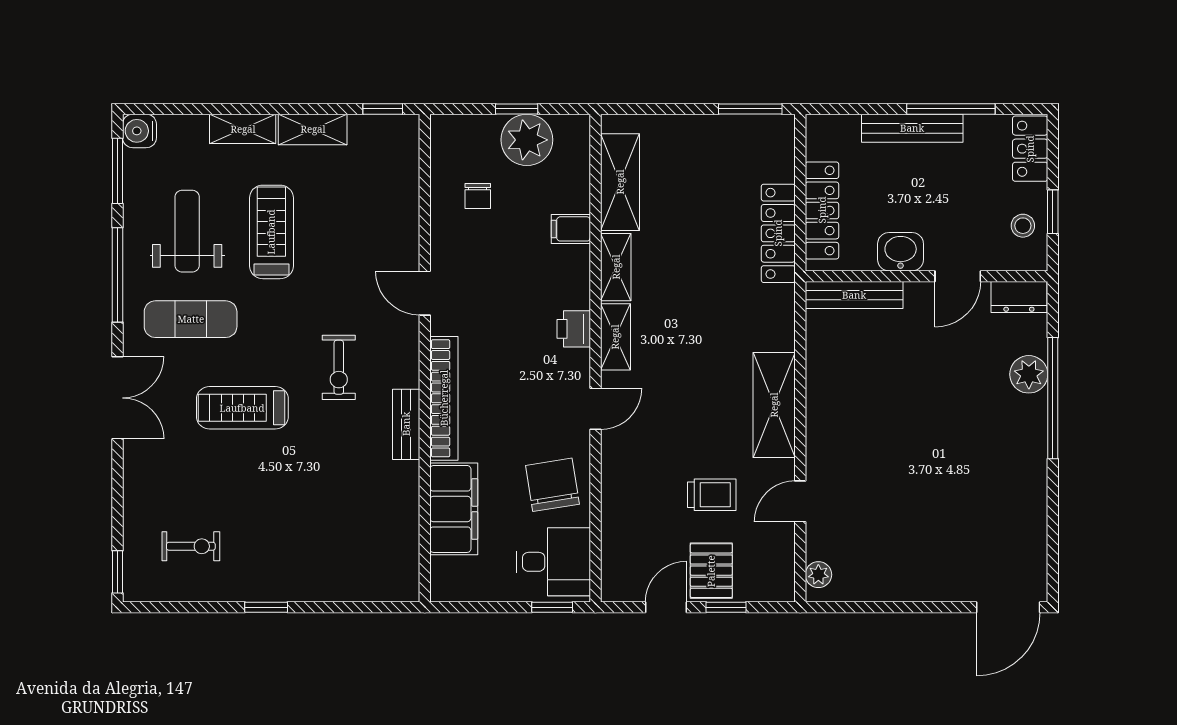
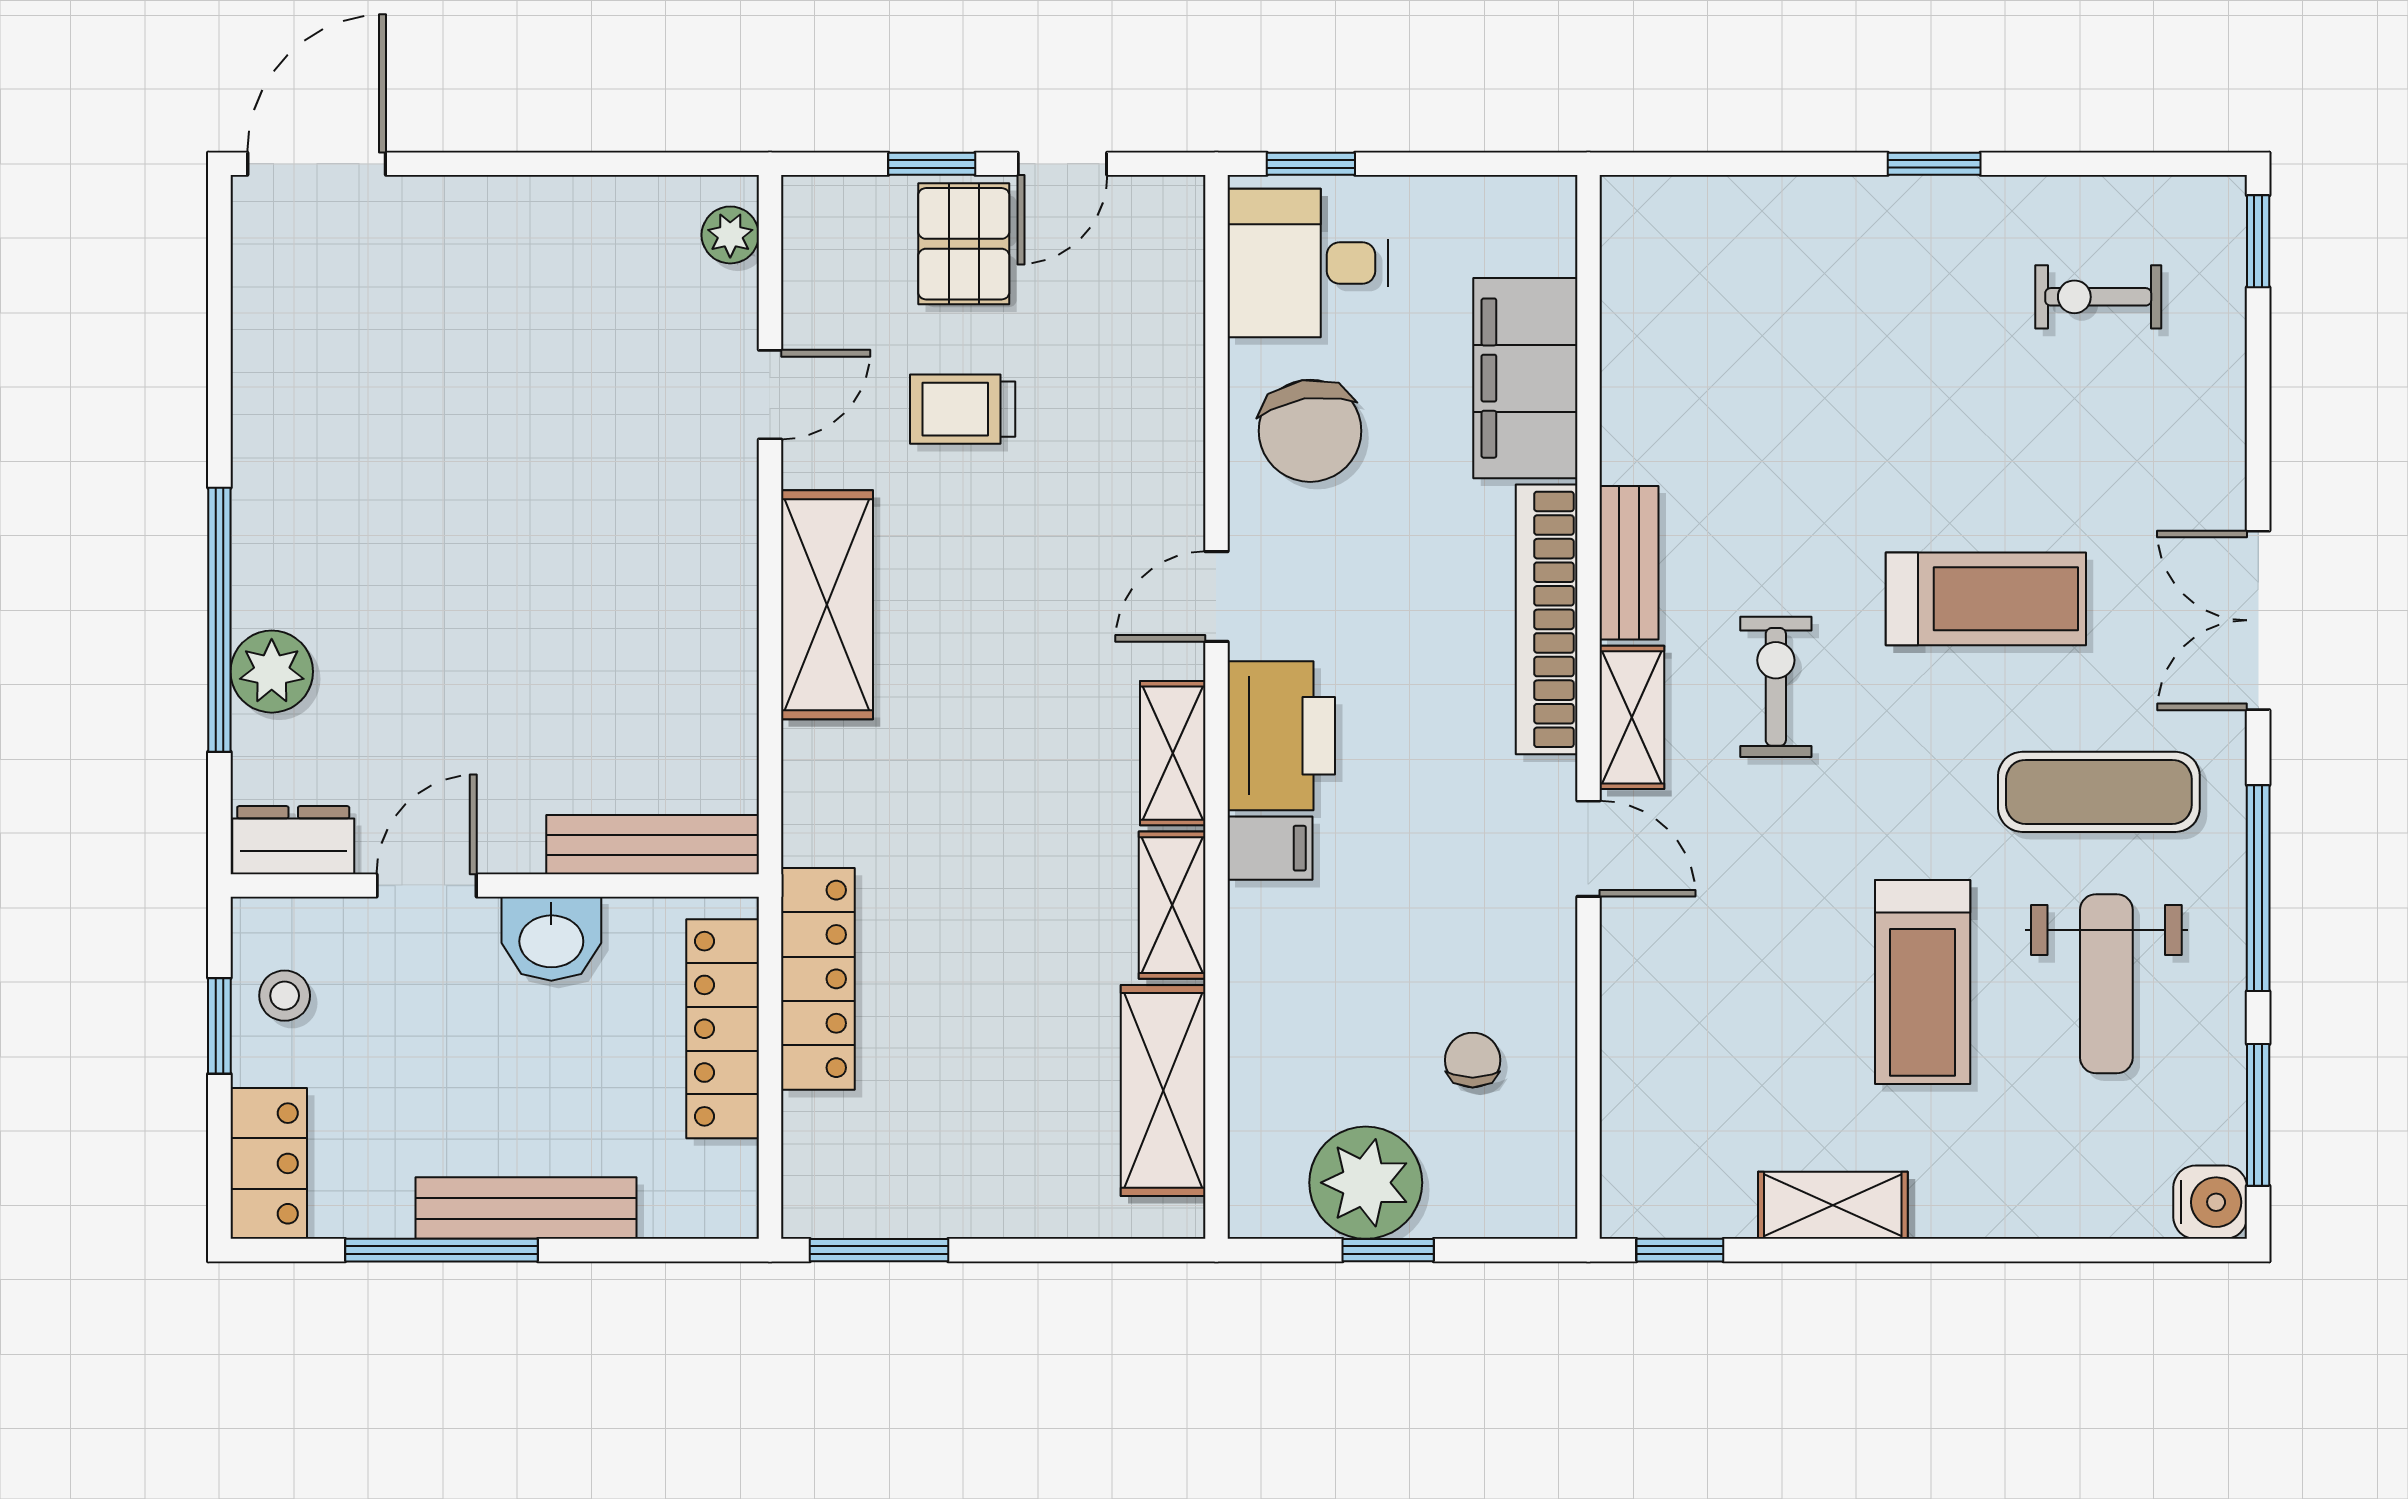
shelving: (243, 129) -> (1632, 717), moved, turned 90
filing cabinet: (571, 229) -> (1270, 848), moved
printer: (574, 329) -> (1281, 736), width x1.87, depth x1.48

